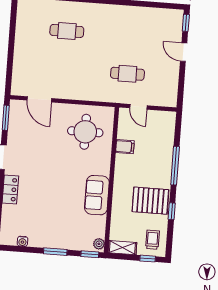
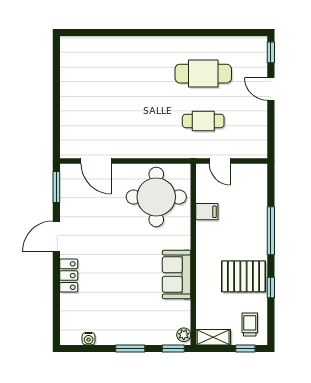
cafe table: (67, 31) -> (203, 74), moved, width x1.37, depth x1.35
round table: (85, 132) -> (156, 197), width x1.36, depth x1.36

